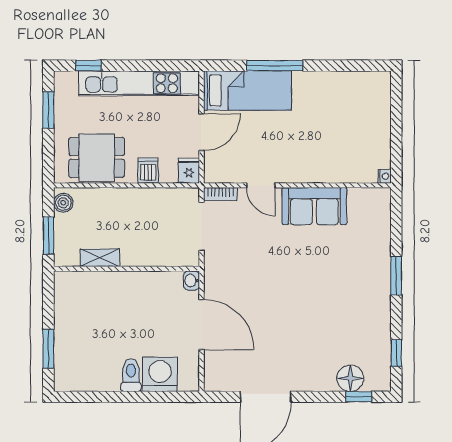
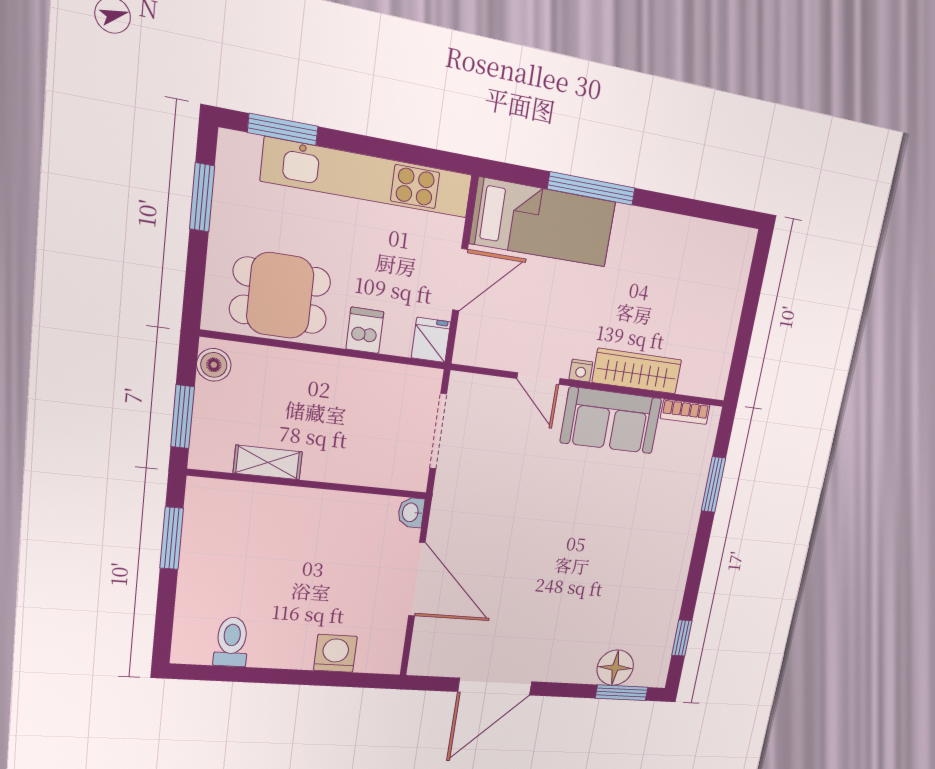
window: (88, 66) -> (283, 129), width x1.50
wardrobe: (326, 172) -> (637, 371), added
nightstand: (384, 176) -> (581, 371), moved, turned 90
bookcase: (220, 194) -> (685, 412), moved
window: (396, 276) -> (713, 485), moved
window: (48, 349) -> (172, 538), moved
washing machine: (160, 374) -> (335, 653), width x0.73, depth x0.73
toilet: (131, 375) -> (232, 642), moved
window: (359, 397) -> (622, 693), width x1.50

